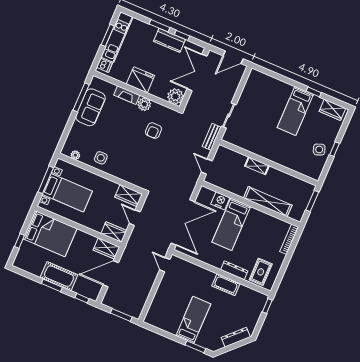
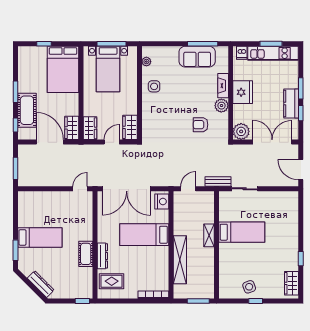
bed: (295, 111) -> (242, 232), moved, turned 180
nightstand: (220, 201) -> (162, 201), moved
cot: (59, 276) -> (27, 110), moved

